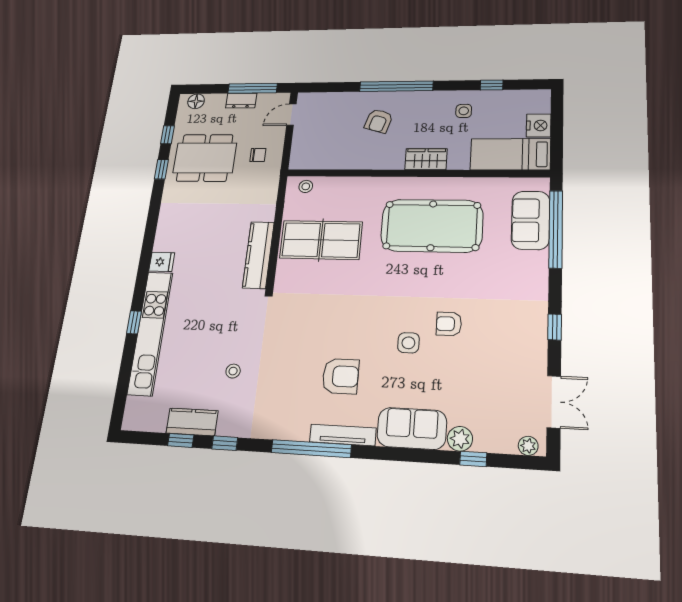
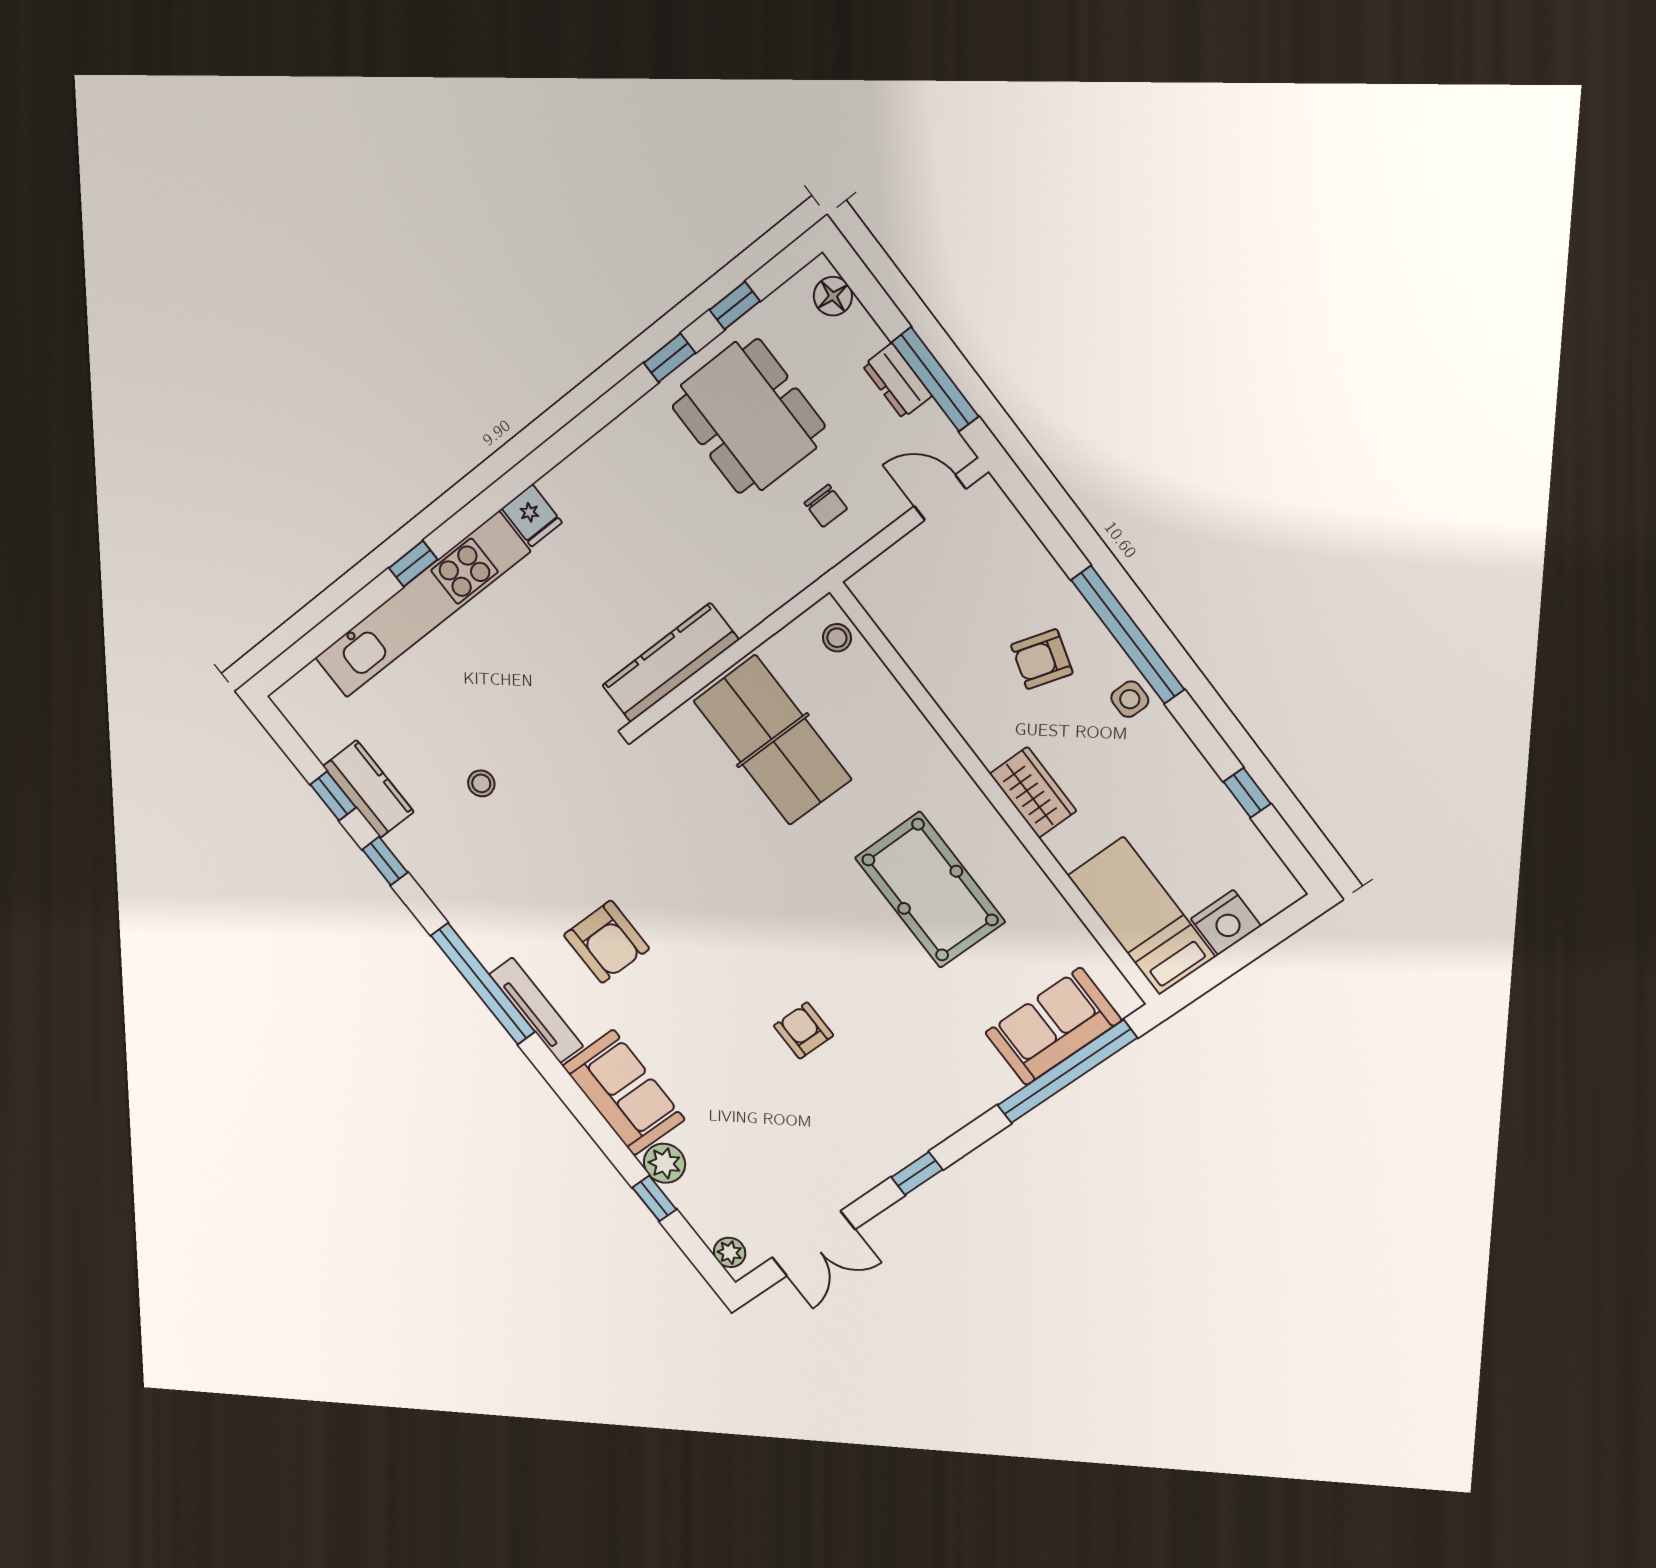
side table: (464, 111) -> (1130, 699), moved
pool table: (432, 226) -> (930, 890), width x0.73, depth x0.76
side table: (408, 343) -> (731, 997), removed

